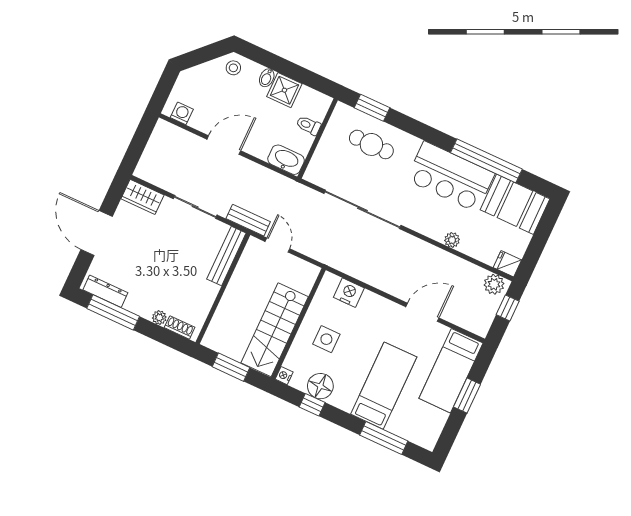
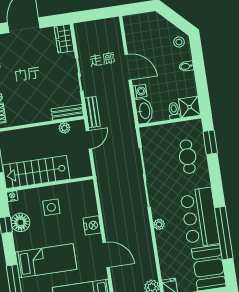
shower: (284, 90) -> (190, 107), moved
washing machine: (182, 113) -> (140, 91), moved
plant: (452, 240) -> (159, 224), moved
bench: (226, 256) -> (67, 112), width x0.73
plant: (245, 264) -> (64, 128), added
nightstand: (349, 293) -> (92, 225), moved

